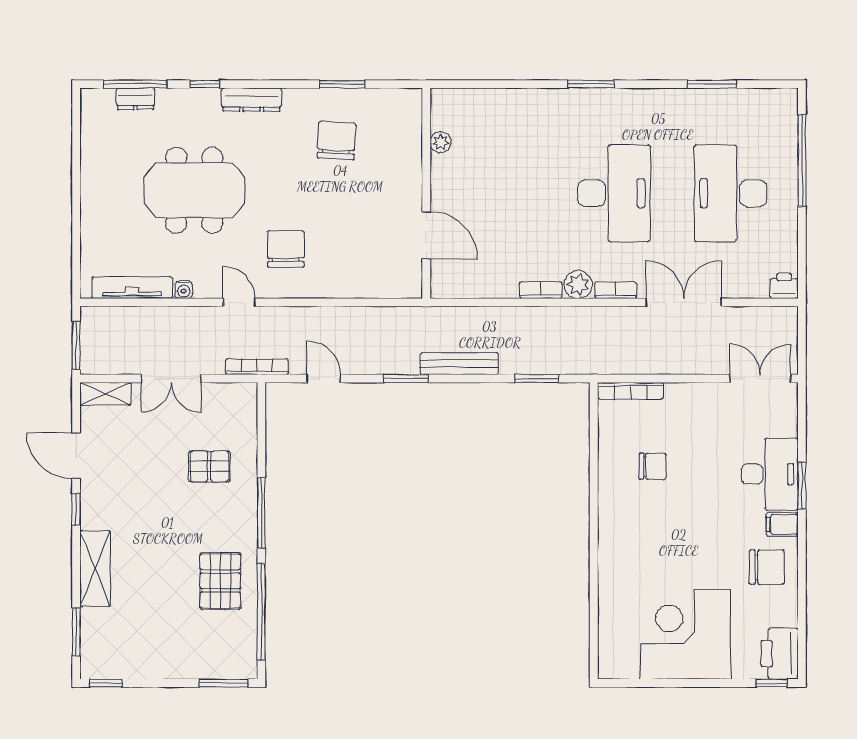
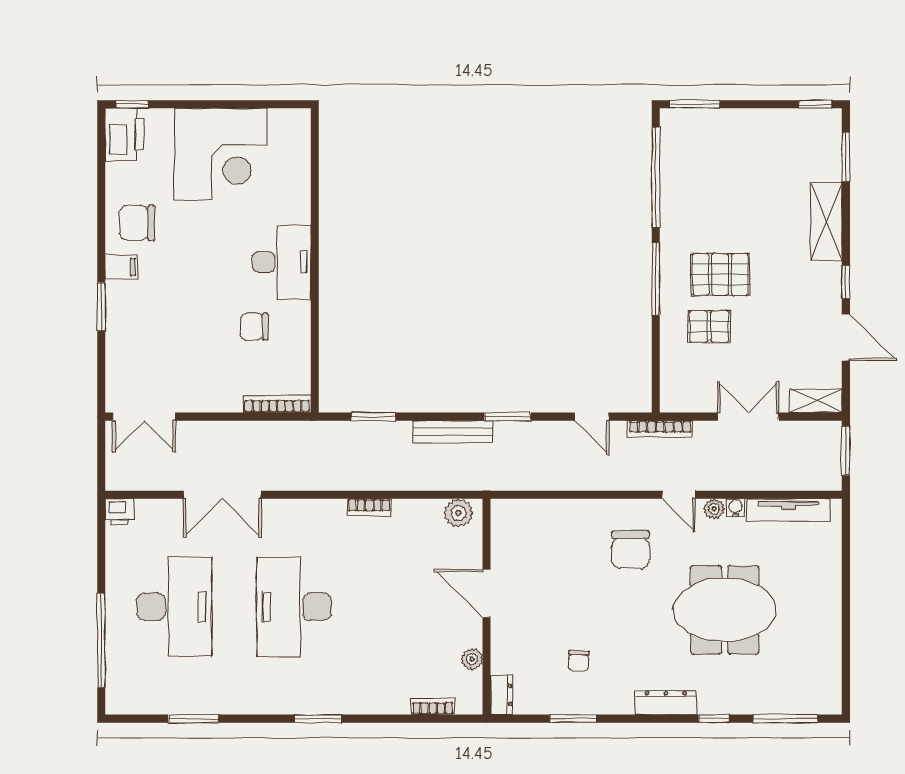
dresser: (136, 99) -> (502, 695), moved, turned 90
chair: (336, 141) -> (579, 661), width x0.54, depth x0.54
door: (426, 235) -> (487, 593), moved
plant: (578, 285) -> (458, 513), moved
plant: (204, 289) -> (714, 509), added
bookcase: (616, 290) -> (433, 706), moved, turned 180
desk: (770, 474) -> (282, 262), moved, turned 180
pallet: (220, 581) -> (720, 275), moved, turned 90

